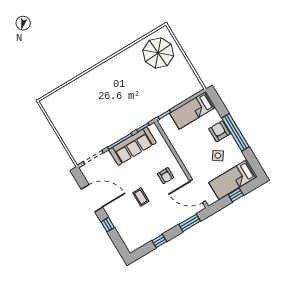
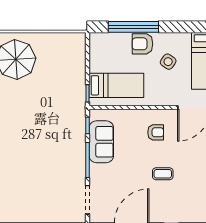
bed: (193, 110) -> (116, 85), moved, turned -90
window: (235, 132) -> (133, 27), moved
sofa: (132, 146) -> (101, 142), width x0.73

